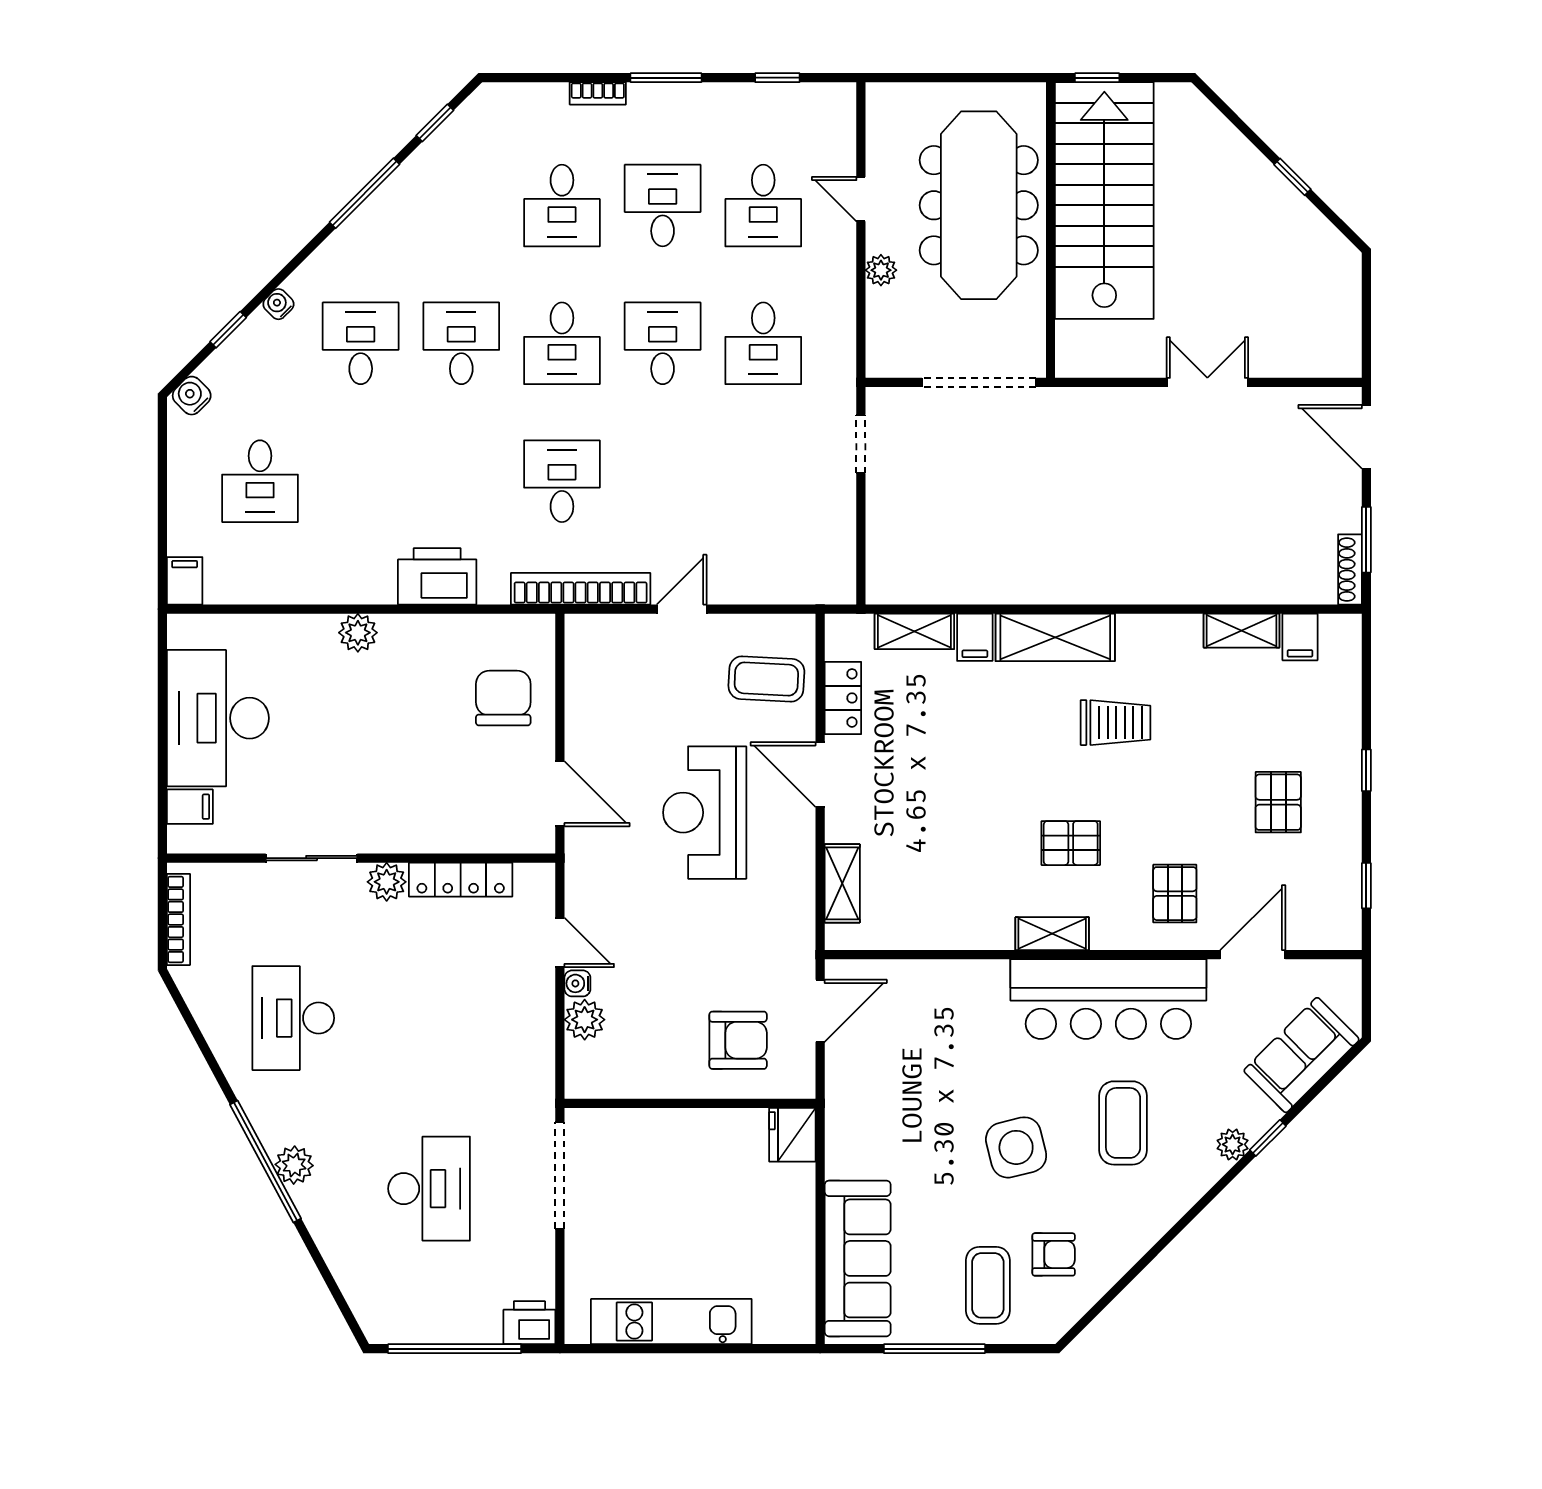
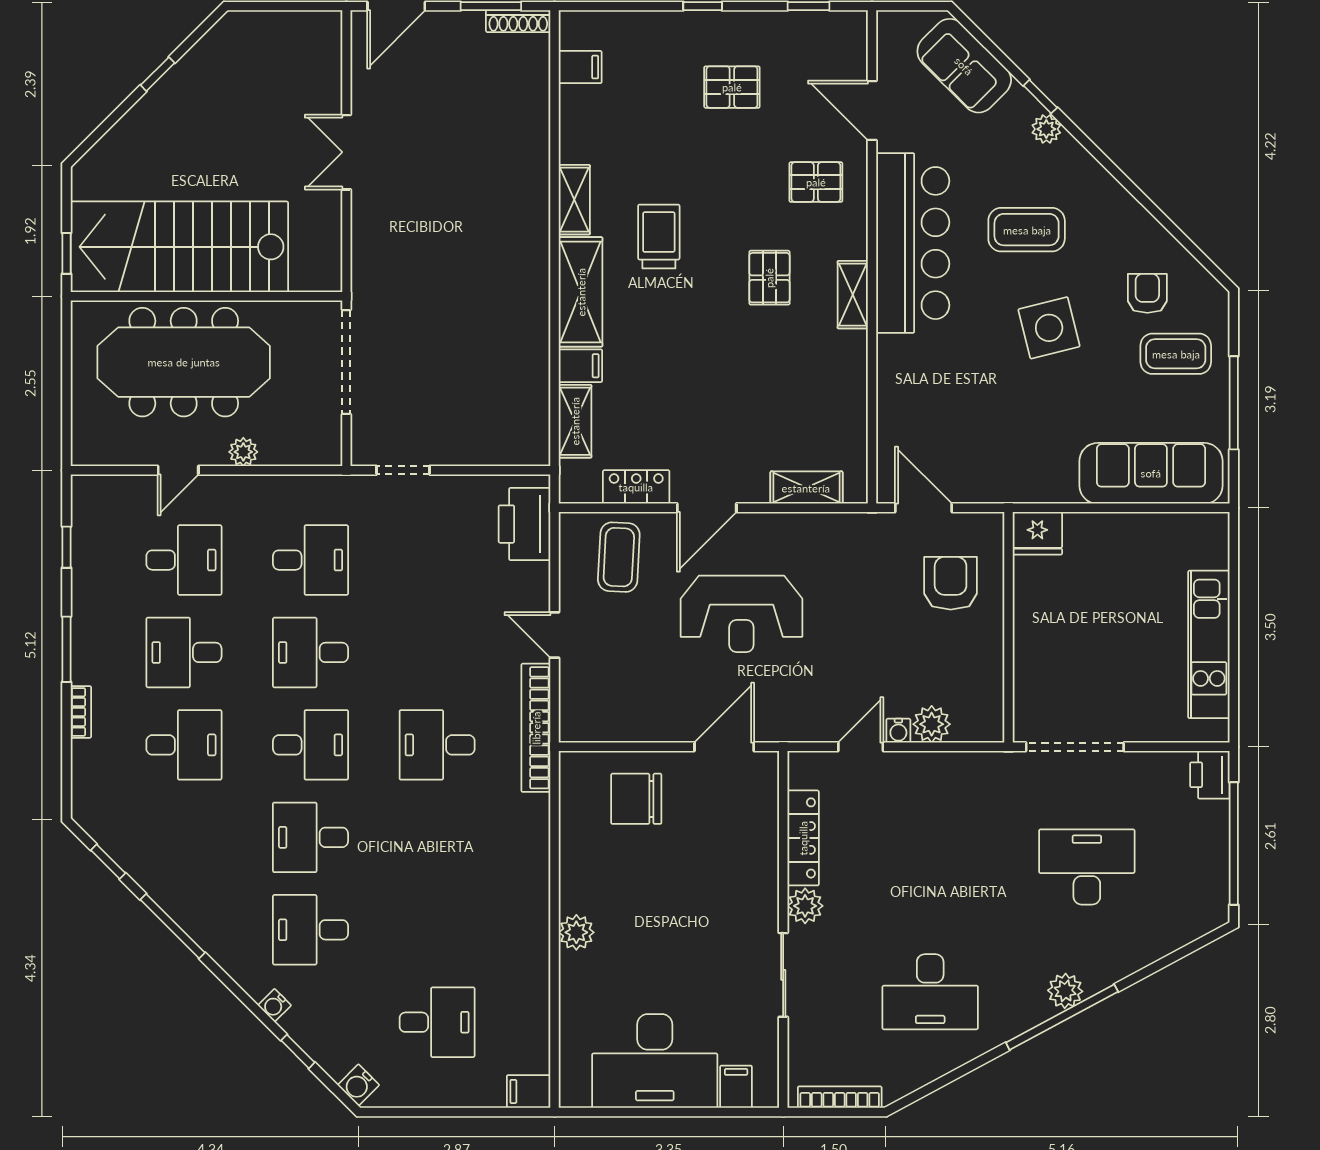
printer: (437, 576) -> (525, 524), moved
shelving: (1242, 631) -> (574, 200), moved

